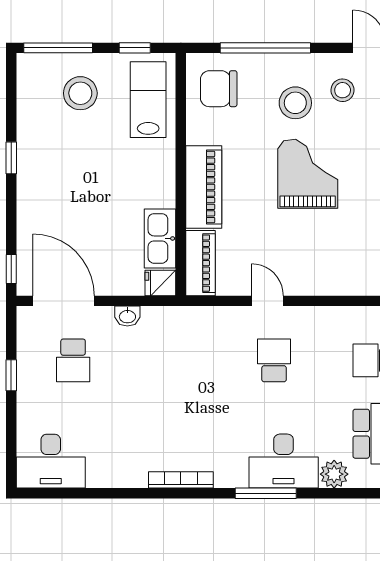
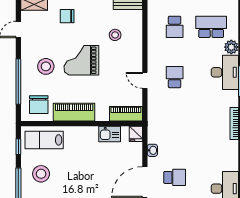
stool: (343, 90) -> (115, 35), moved
piano: (204, 187) -> (74, 112), moved
kitchen sink: (160, 238) -> (110, 134), width x0.73
door: (267, 301) -> (145, 80), hinge flipped
school desk: (274, 360) -> (175, 77), turned 90

